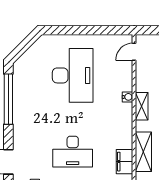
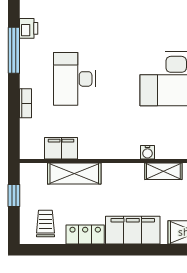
shelving: (142, 106) -> (163, 171), moved

